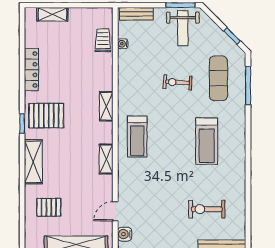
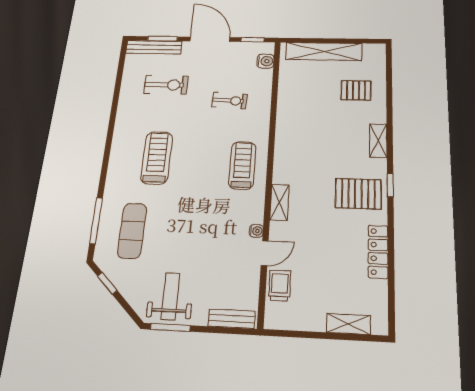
trolley: (103, 40) -> (280, 285), turned 180
water cooler: (123, 44) -> (256, 231), moved
exercise bike: (178, 82) -> (229, 101), moved
shelving: (106, 159) -> (283, 141), removed
shelving: (33, 162) -> (378, 141), width x0.67, depth x0.75
door: (115, 211) -> (265, 253), moved

